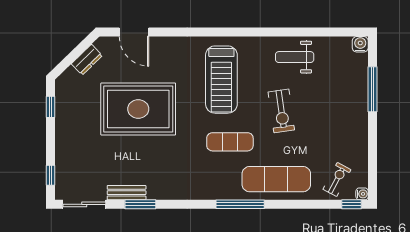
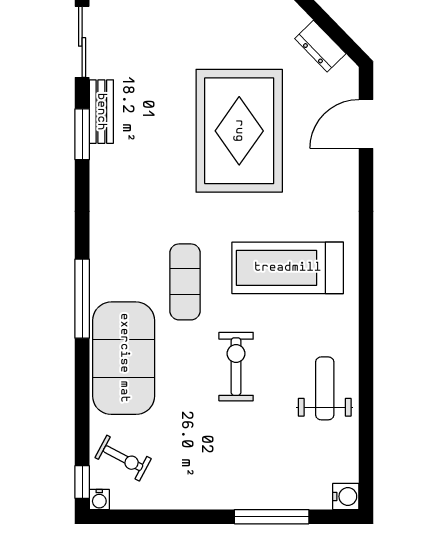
exercise bike: (281, 111) -> (236, 367), turned 98
exercise mat: (276, 179) -> (124, 358), width x1.47

